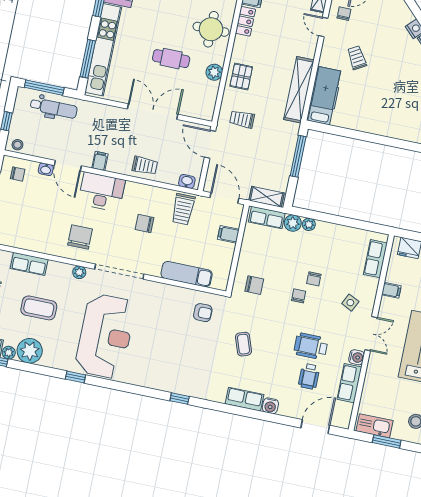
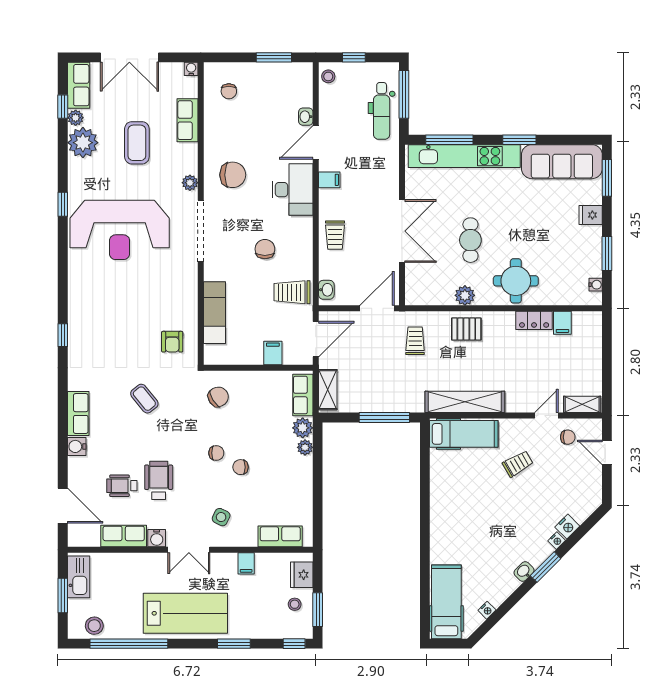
chair: (18, 174) -> (229, 91), moved
chair: (254, 285) -> (218, 397), turned -122
coffee table: (243, 344) -> (144, 399), turned 70

